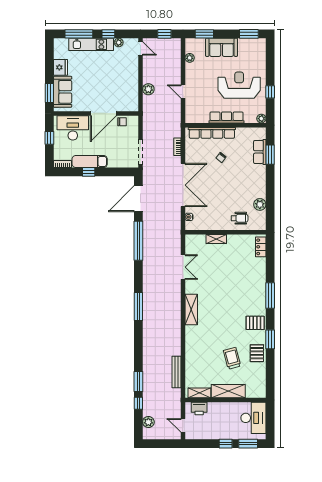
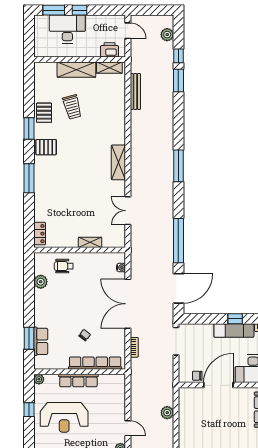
door: (183, 92) -> (128, 428), moved
desk: (253, 418) -> (67, 29), moved, turned 90

